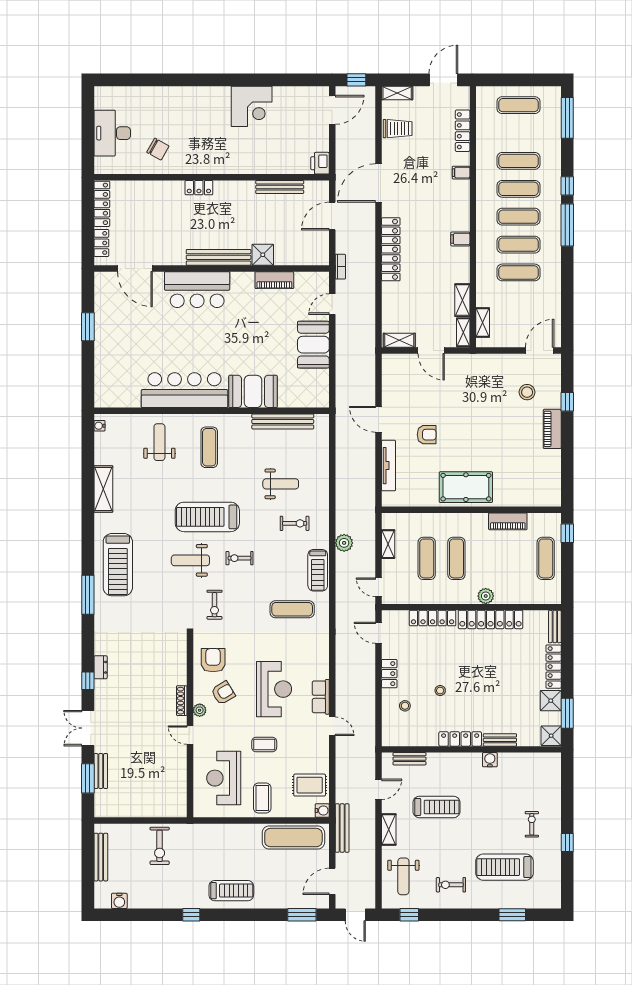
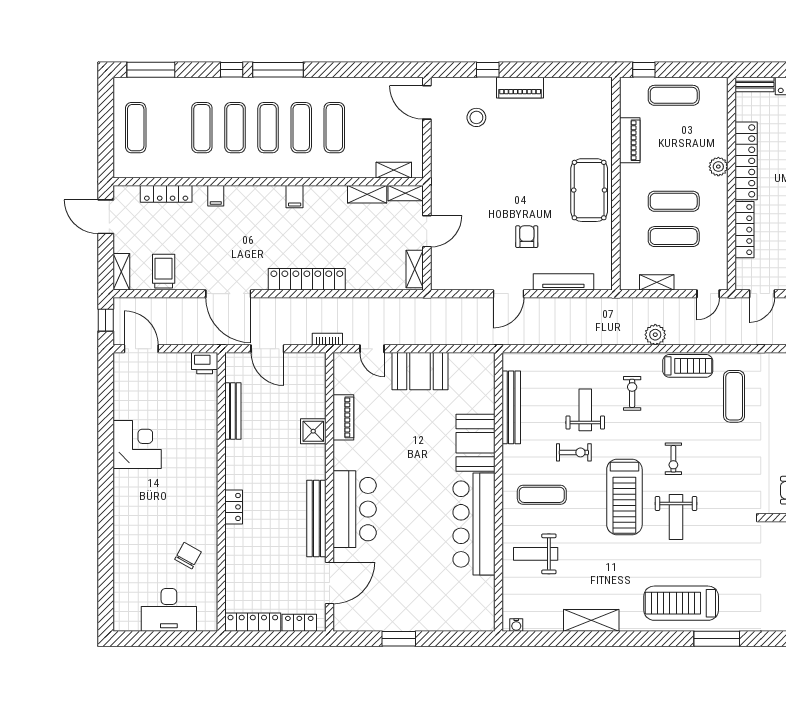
bench: (219, 257) -> (316, 518), moved
treadmill: (118, 565) -> (681, 603), turned 180
exercise bike: (214, 605) -> (574, 452), moved

